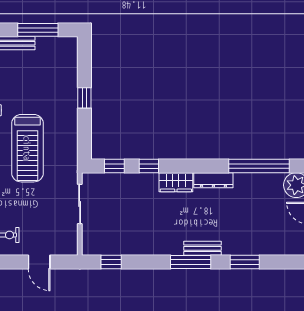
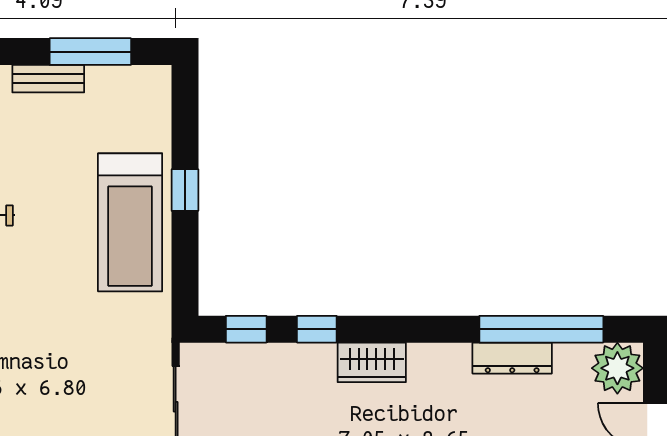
treadmill: (27, 148) -> (130, 222), moved
dresser: (213, 180) -> (512, 358), moved

